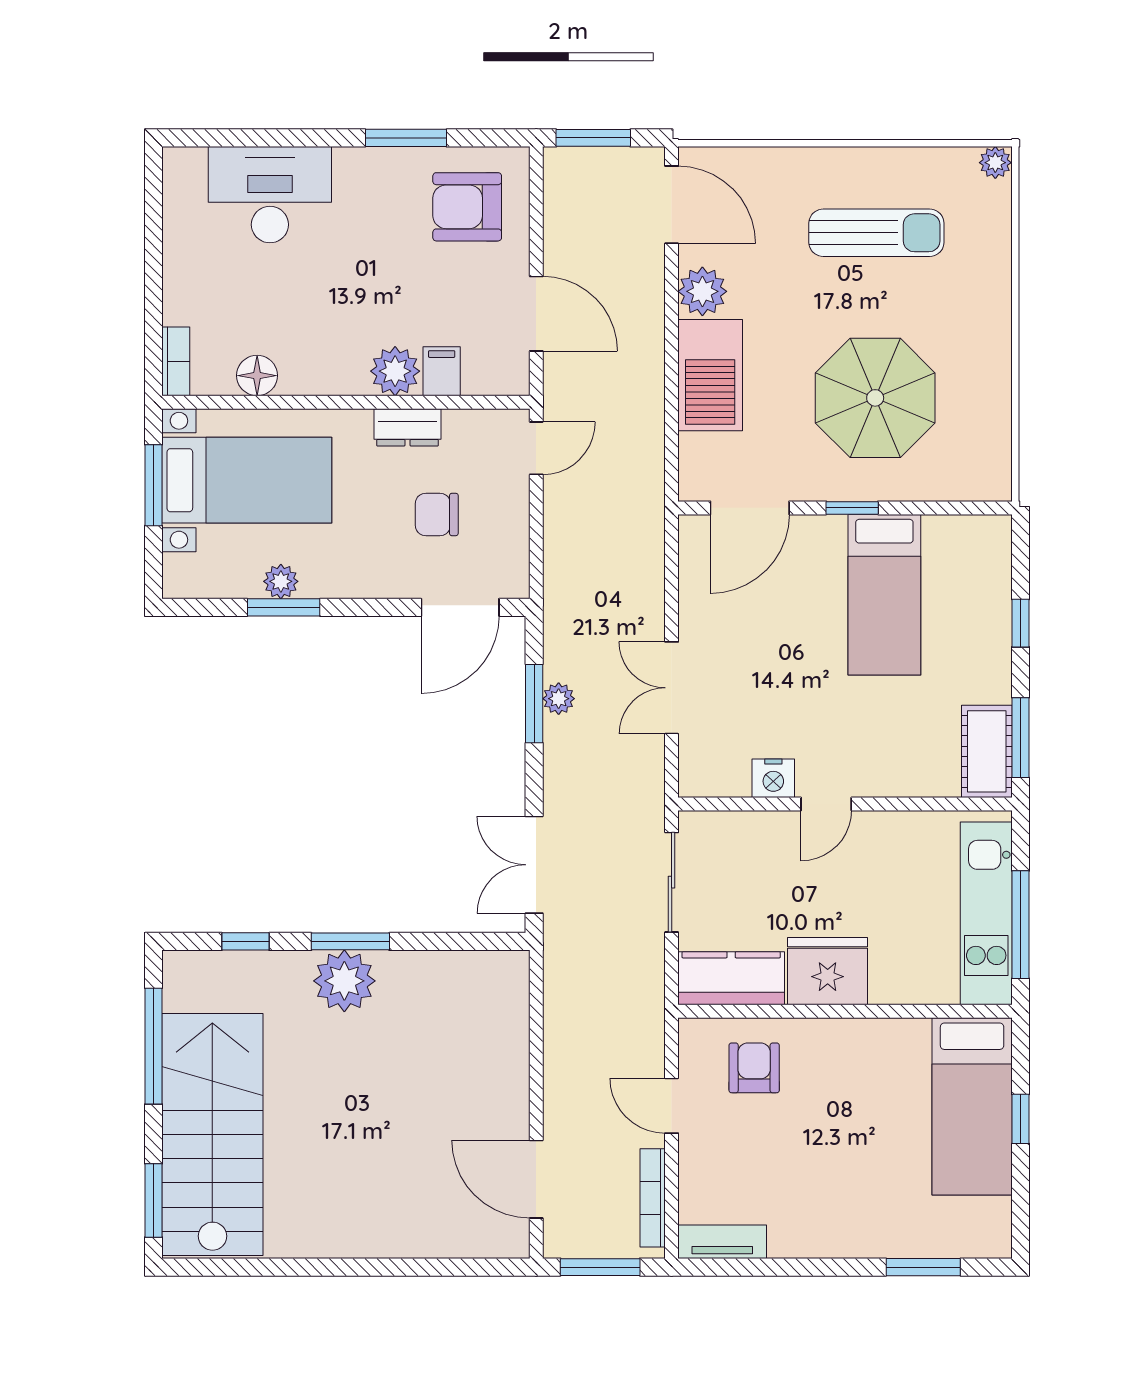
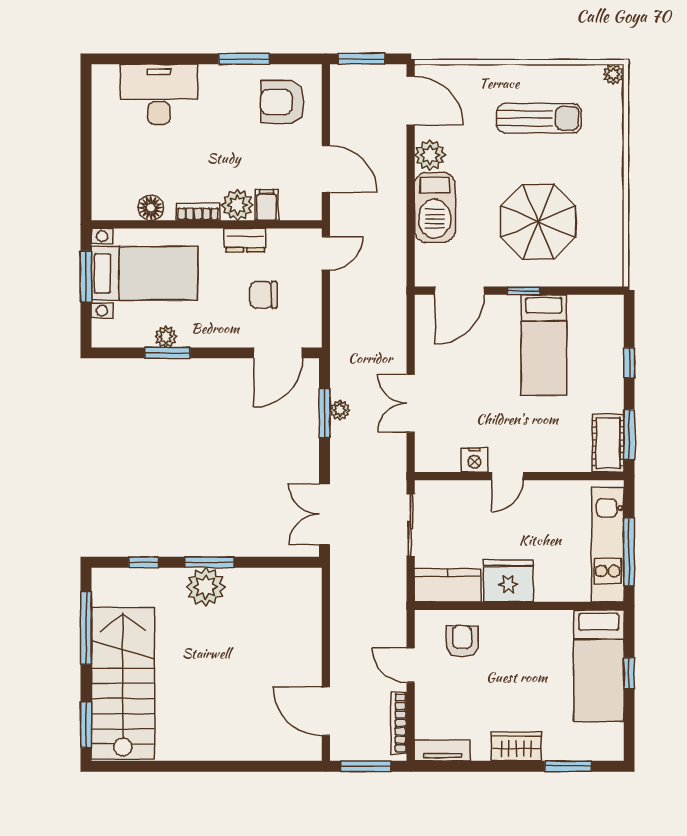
bookcase: (176, 361) -> (198, 212), moved, turned -90
wardrobe: (841, 1235) -> (517, 746), added

